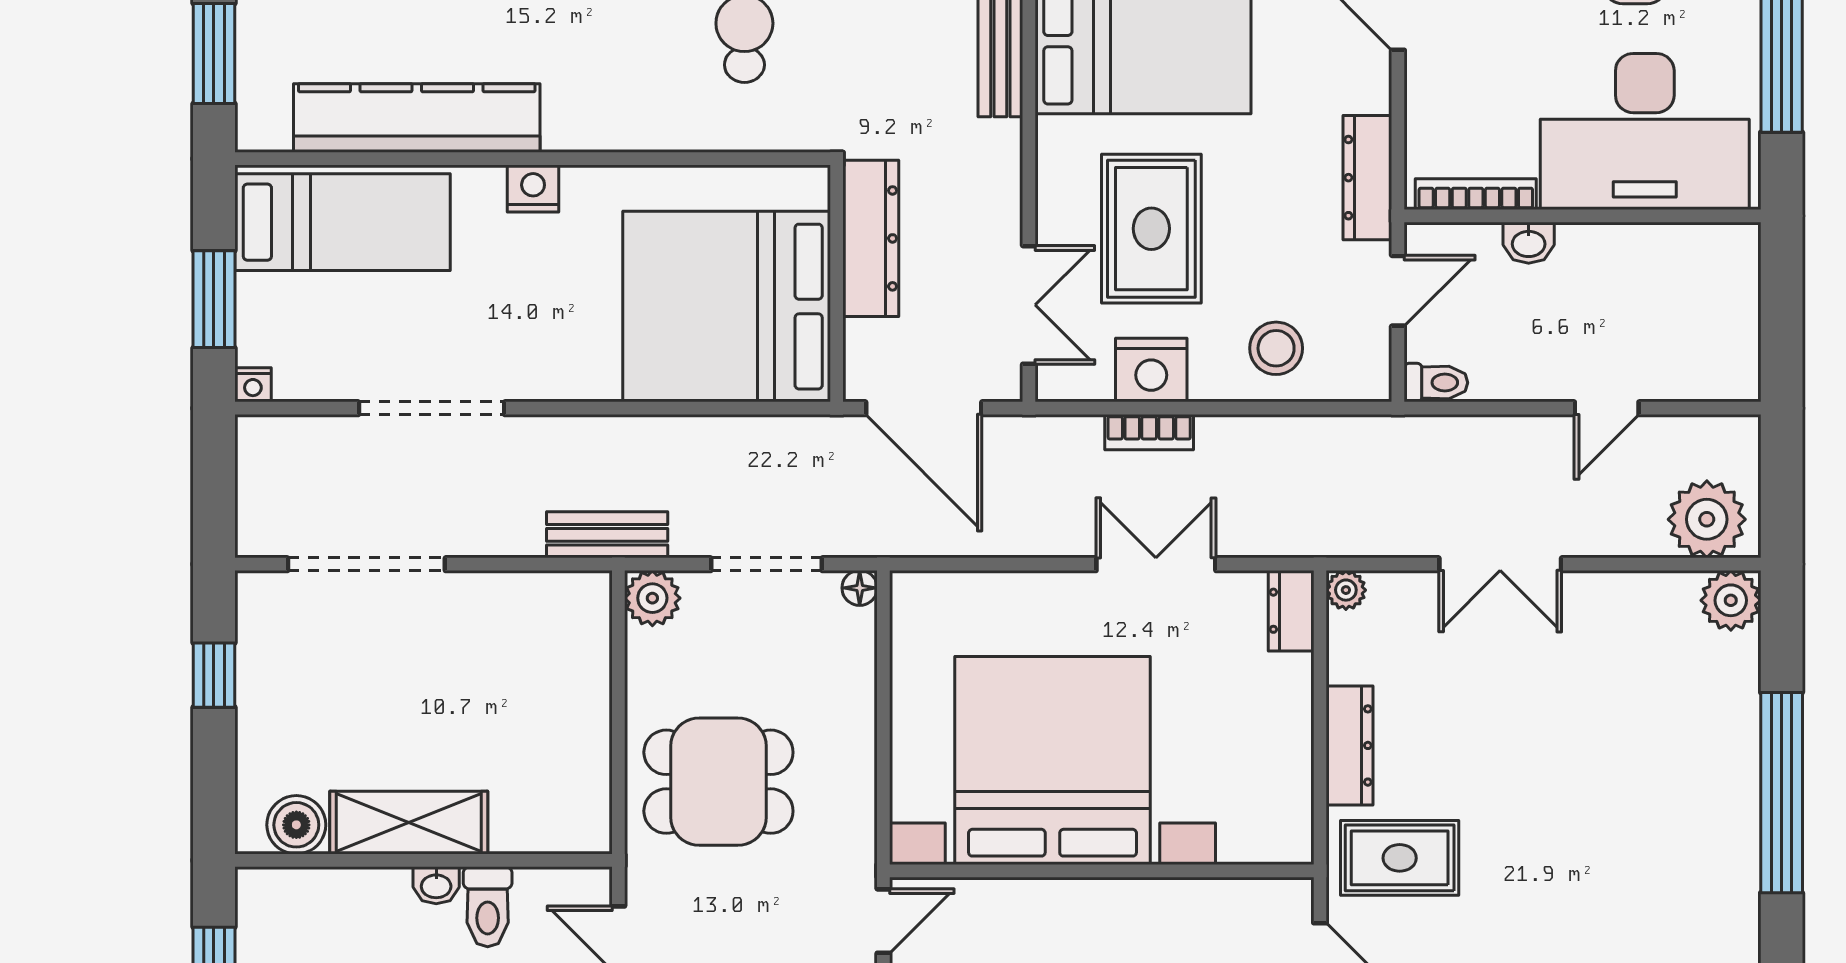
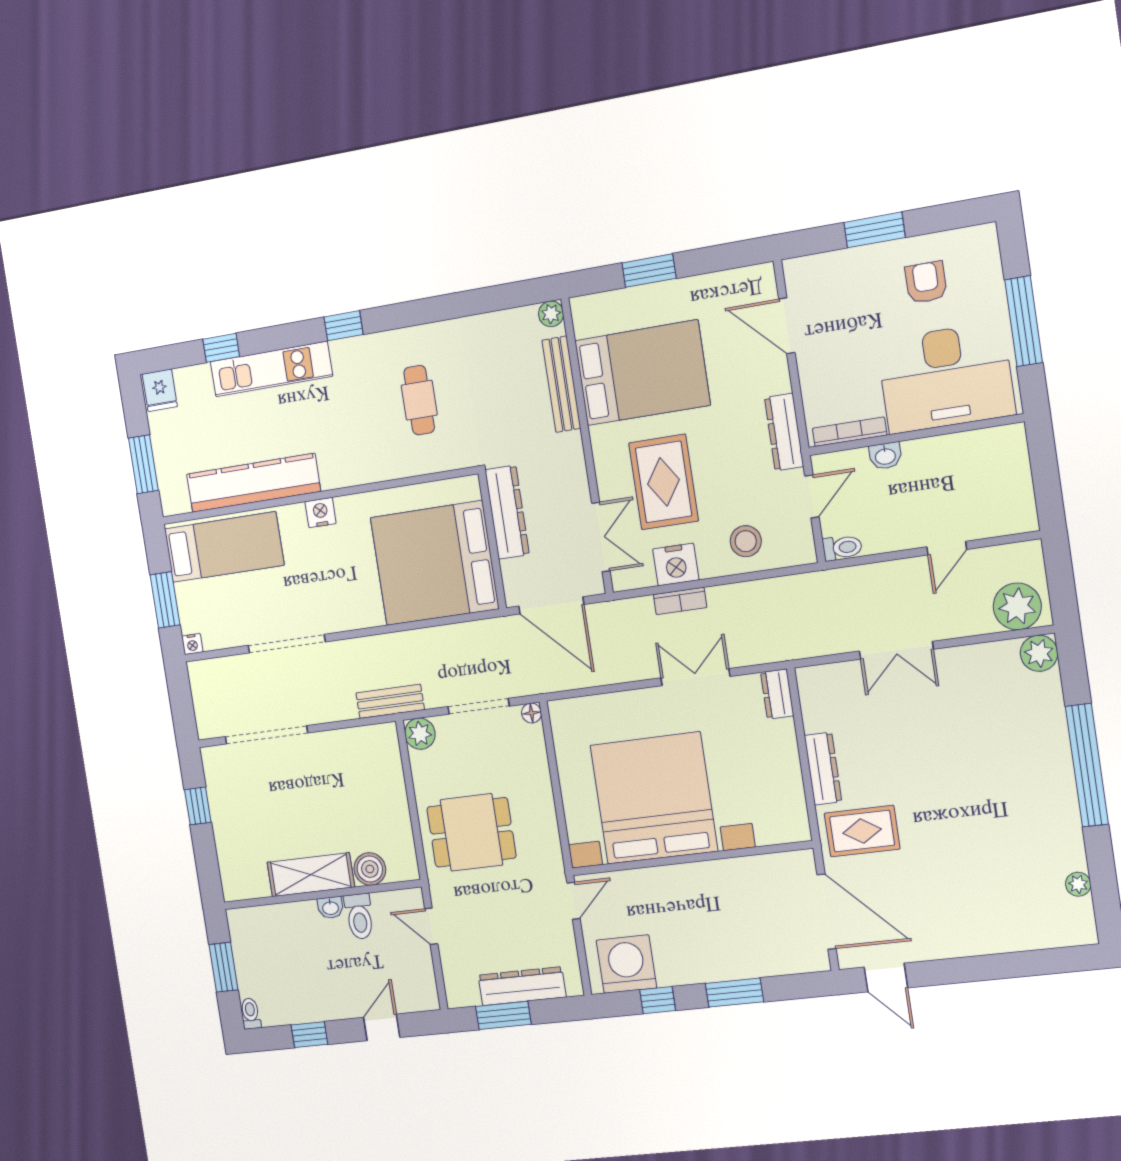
plant: (1346, 590) -> (807, 678), removed
boiler: (296, 825) -> (370, 869), moved

